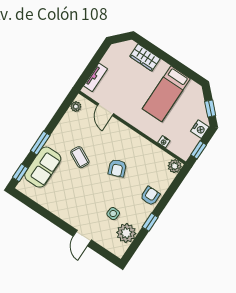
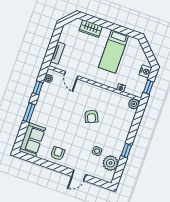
window: (210, 109) -> (149, 54), removed
coffee table: (80, 157) -> (61, 115), removed
sofa: (43, 167) -> (32, 140), moved
window: (20, 173) -> (38, 88), moved
armchair: (150, 196) -> (58, 153), moved
door: (82, 238) -> (79, 175), hinge flipped

